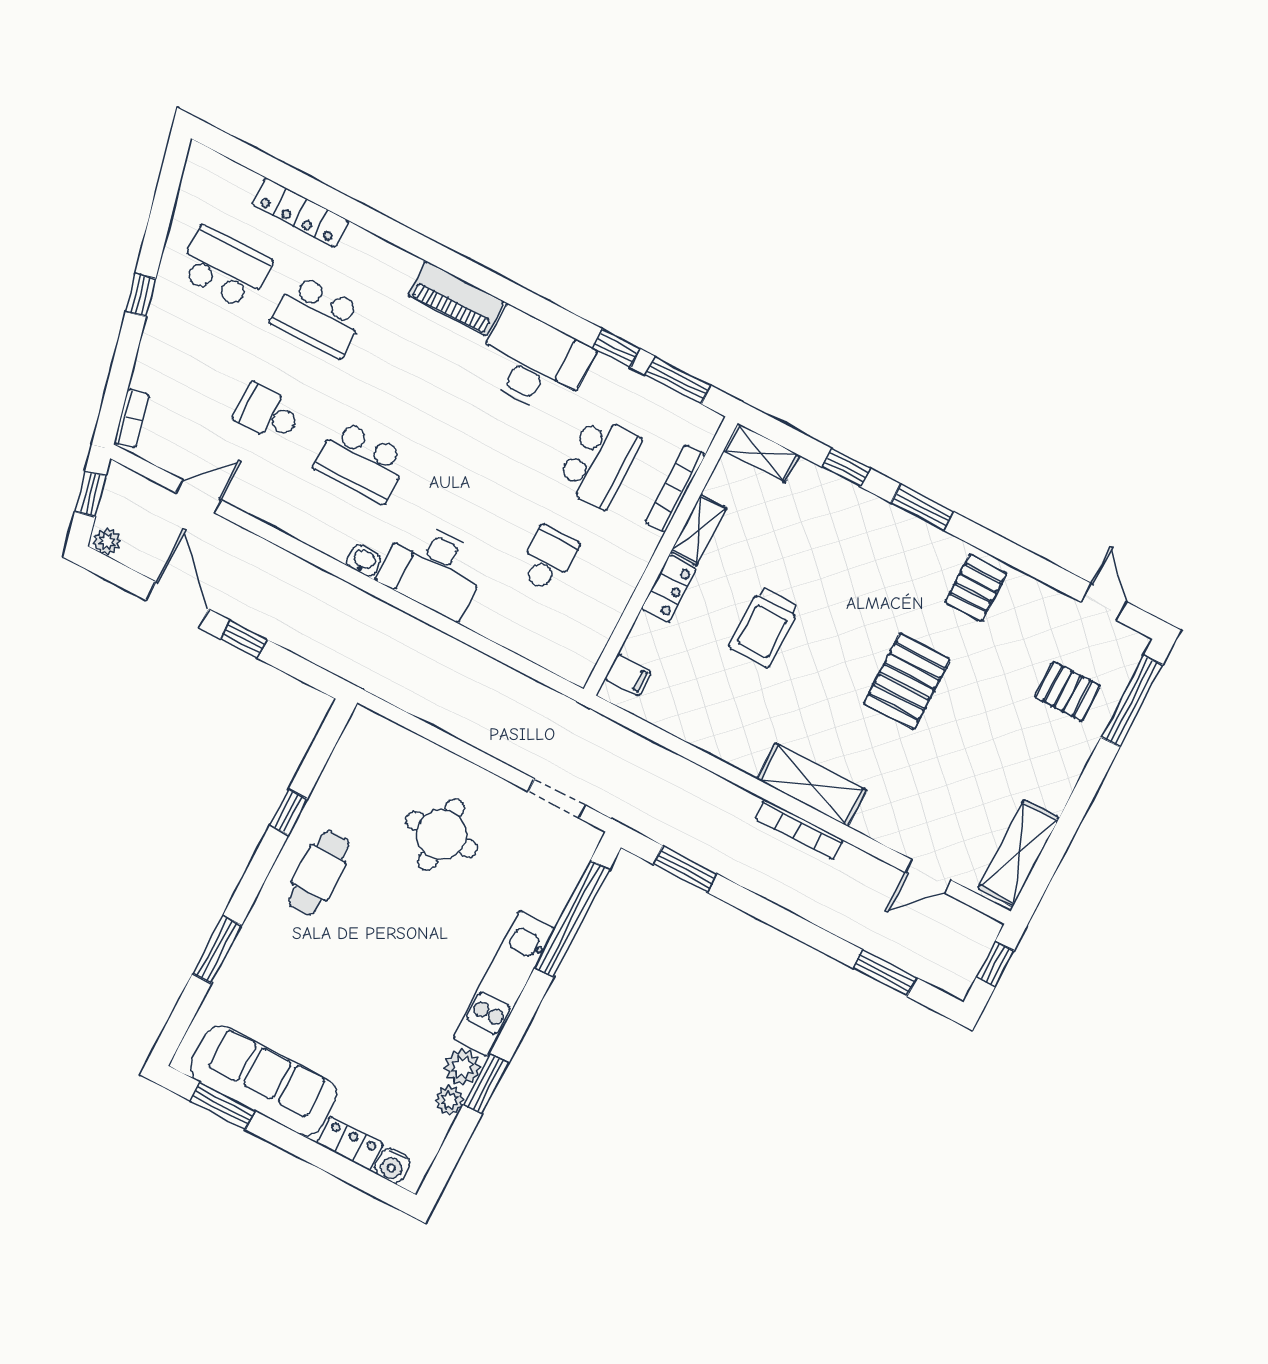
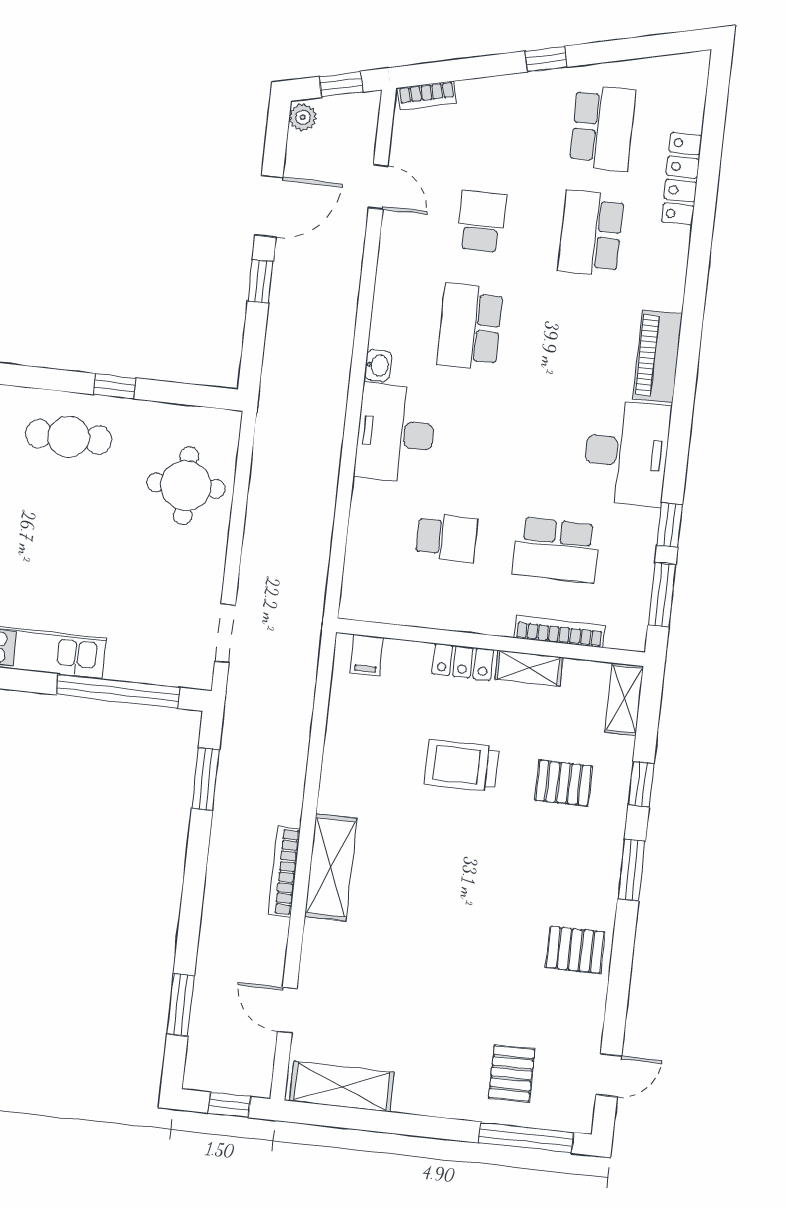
pallet: (907, 681) -> (564, 783), moved, width x0.67, depth x0.71
round table: (441, 834) -> (186, 486), moved

